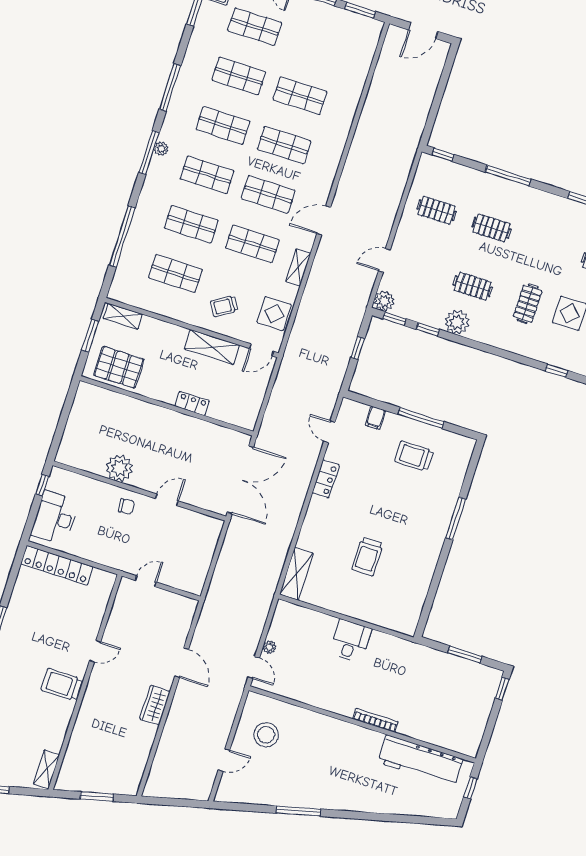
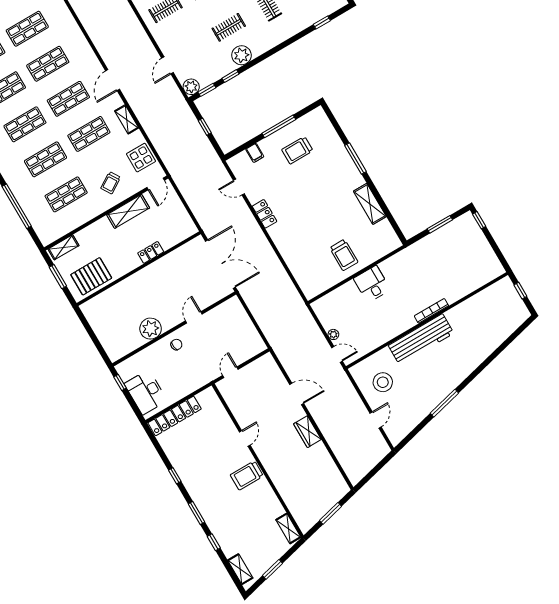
trolley: (367, 557) -> (344, 255), moved
shelving: (296, 574) -> (370, 204), moved
workbench: (421, 761) -> (421, 339), moved

